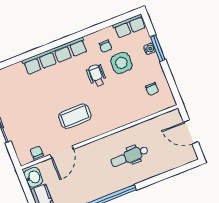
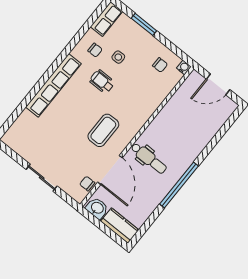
water cooler: (150, 49) -> (184, 67), moved
side table: (121, 63) -> (118, 57), width x0.54, depth x0.54
door: (62, 152) -> (110, 170), width x1.36
dental chair: (130, 156) -> (149, 158), moved, turned -90

